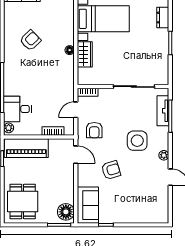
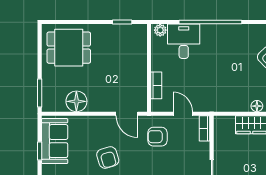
piano: (26, 148) -> (135, 52), removed
door: (76, 155) -> (127, 114), hinge flipped
sofa: (88, 205) -> (55, 141), moved, turned -90
floor lamp: (66, 212) -> (76, 101), moved

